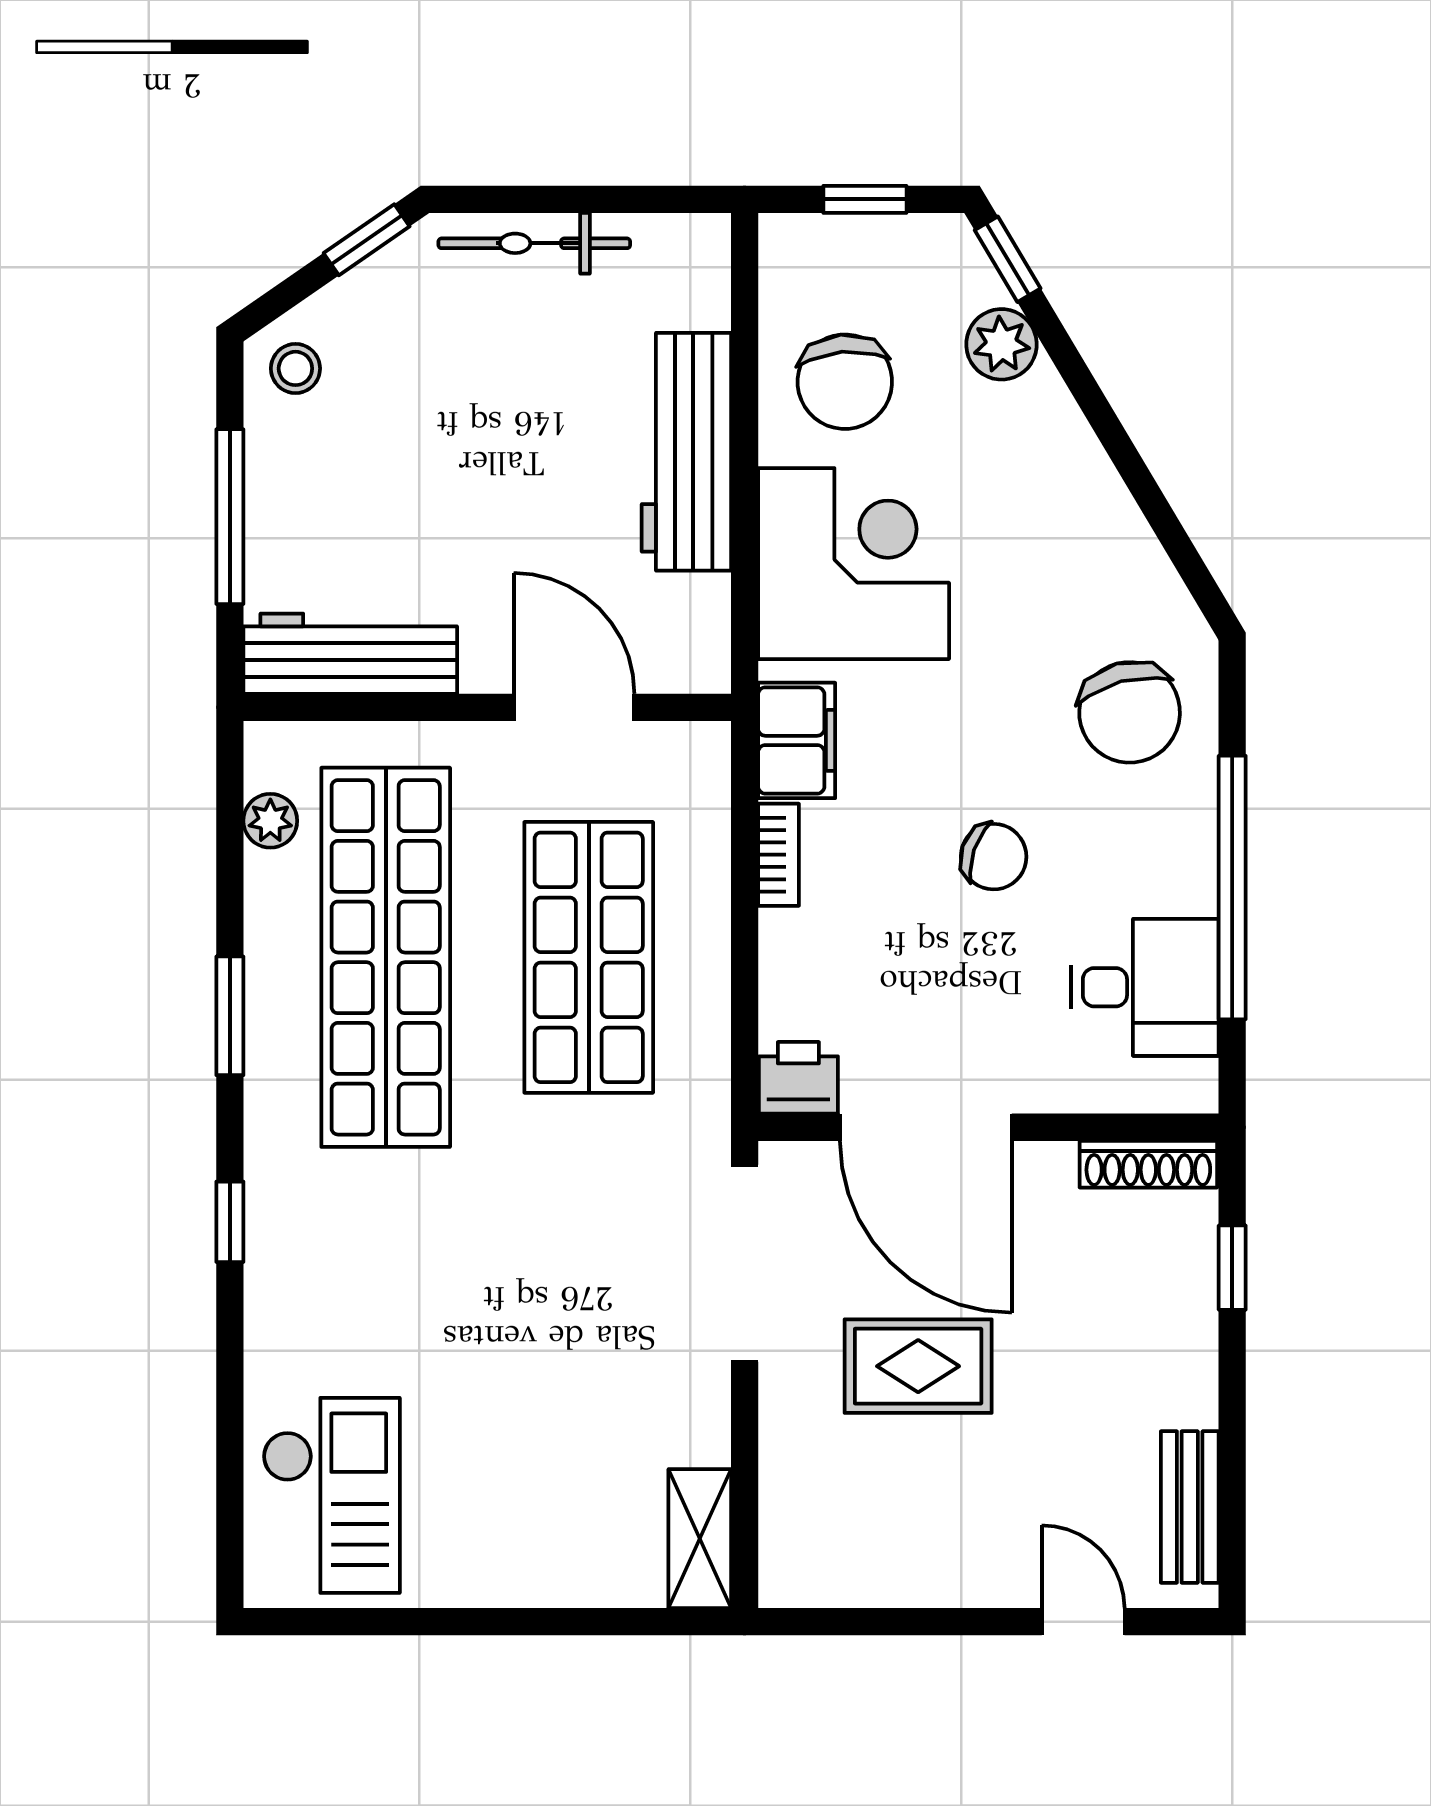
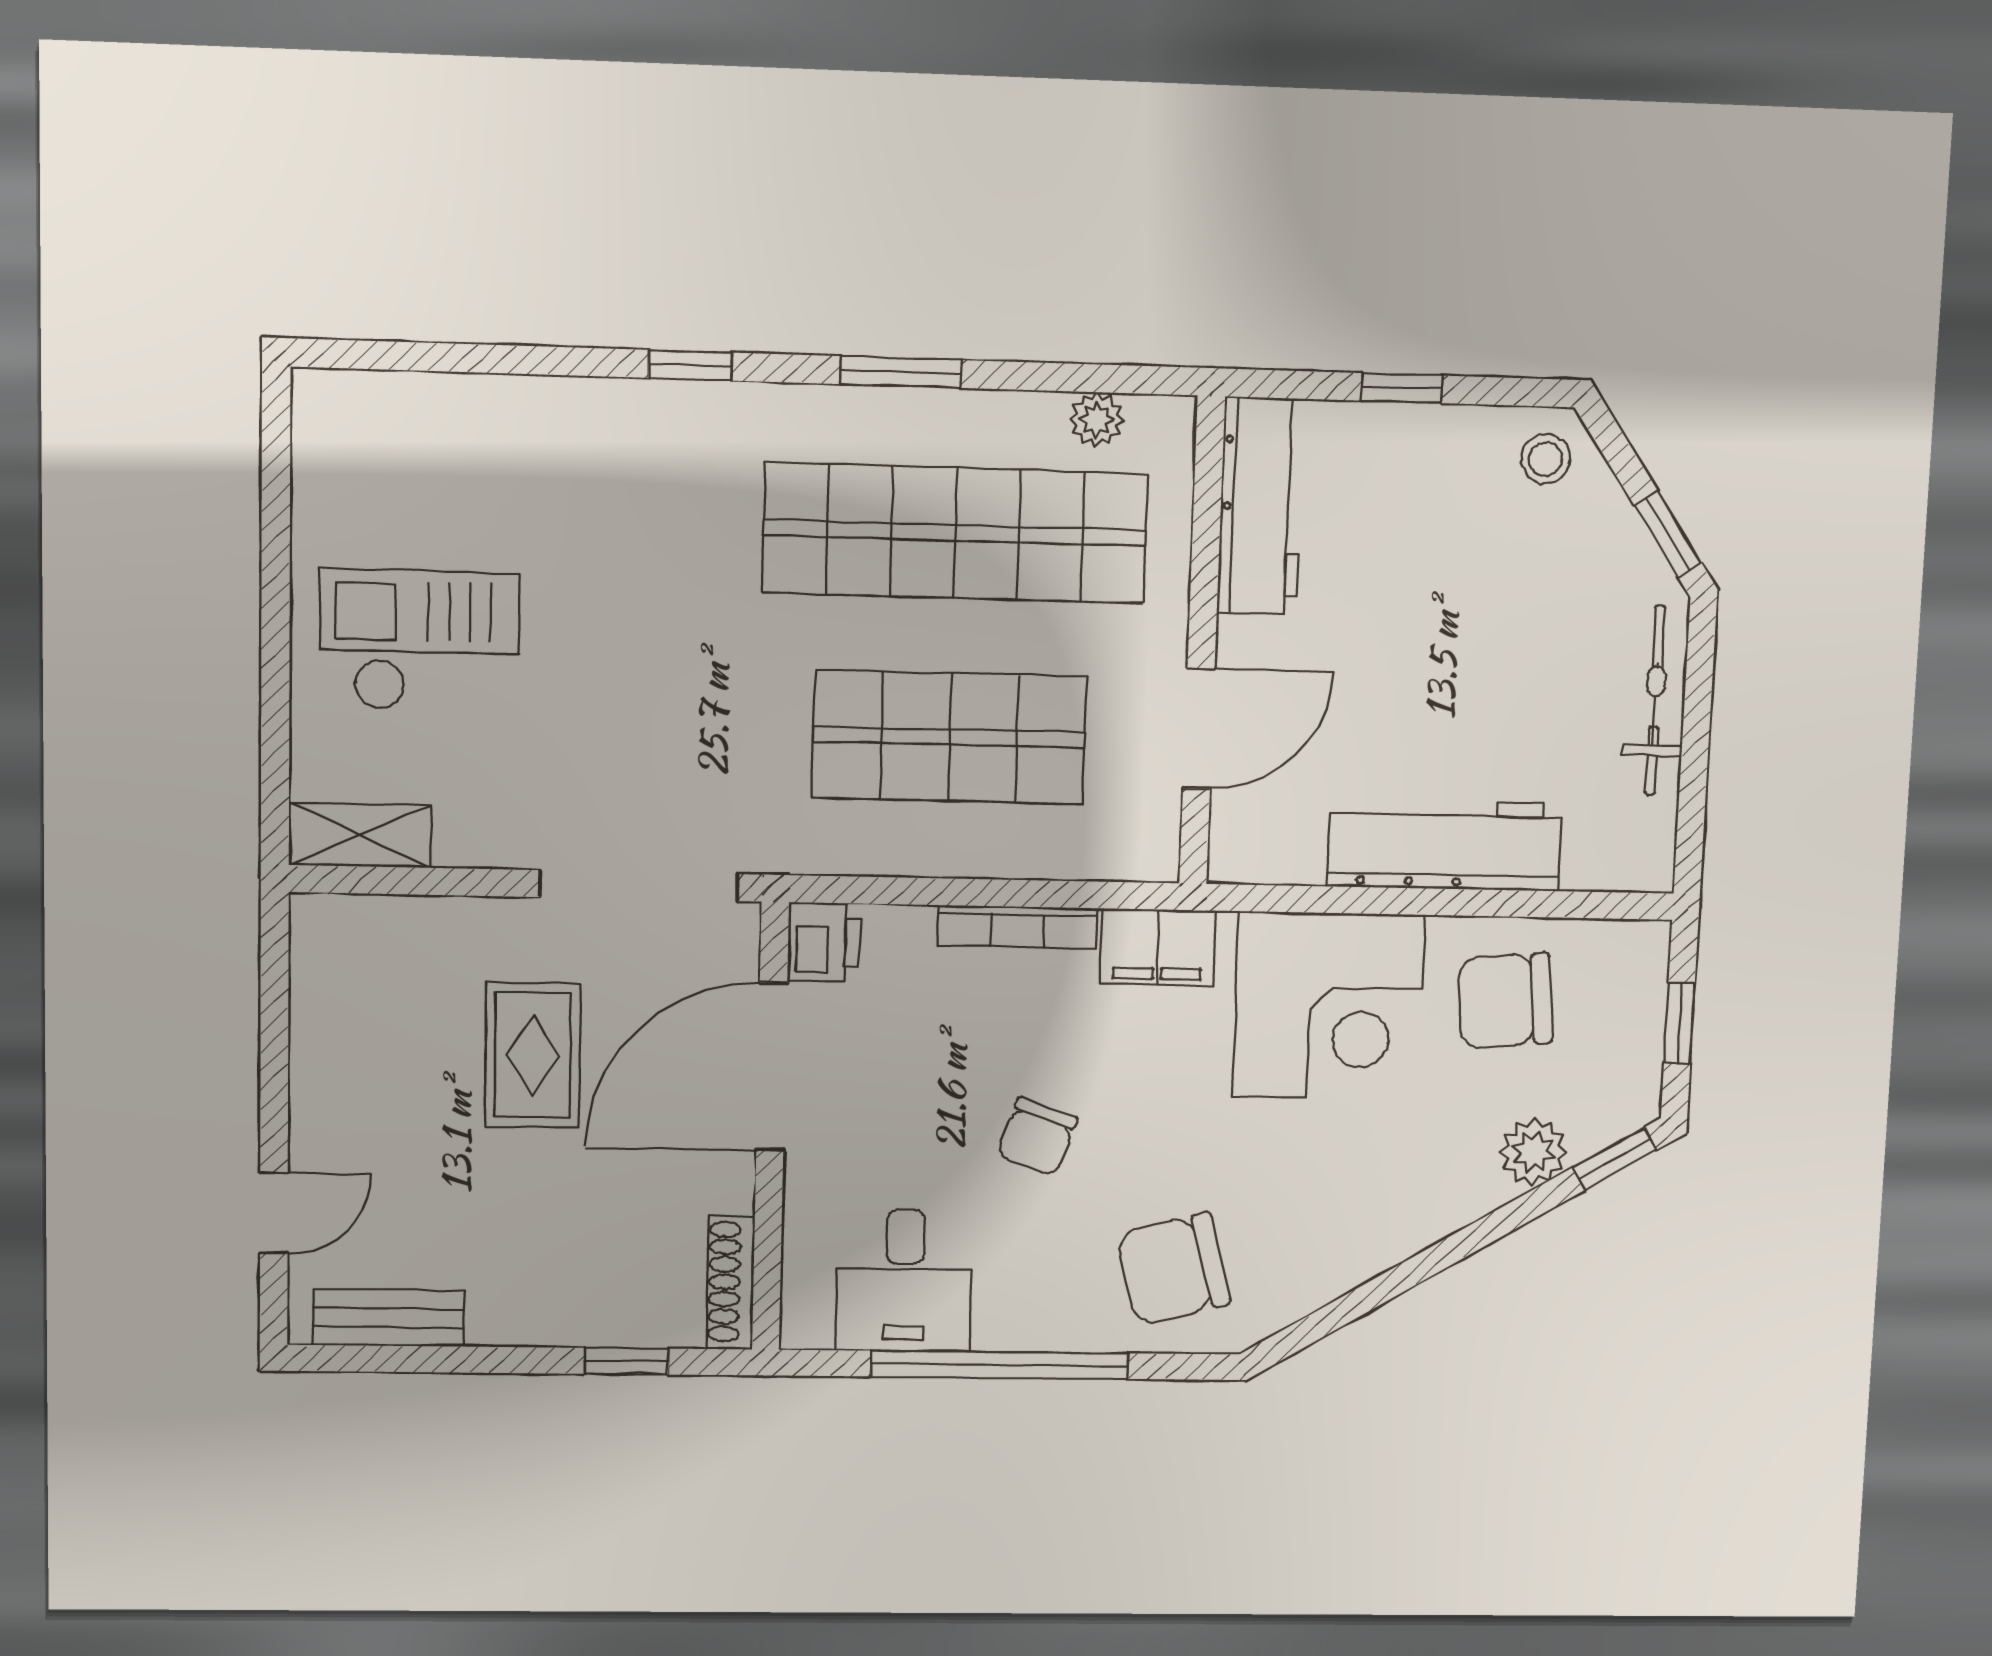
window: (230, 517) -> (1402, 388), width x0.46
bookcase: (779, 855) -> (1017, 927), width x1.56
checkout: (331, 1495) -> (420, 641), moved, turned 180

